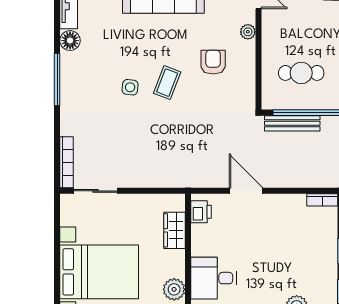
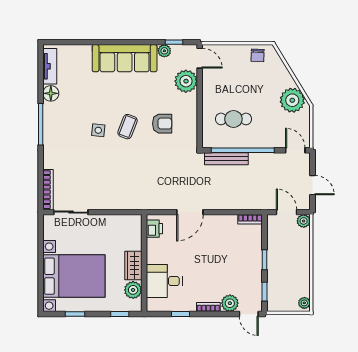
plant: (248, 32) -> (186, 81), width x1.87, depth x1.87
armchair: (213, 62) -> (162, 124), moved, turned 90
door: (246, 191) -> (190, 212), swing flipped
wardrobe: (175, 230) -> (133, 266), moved

